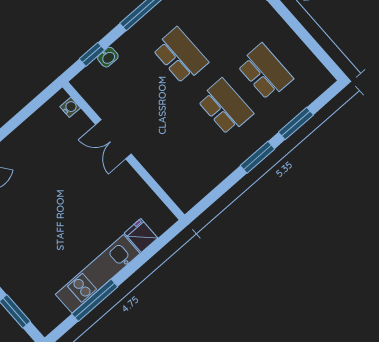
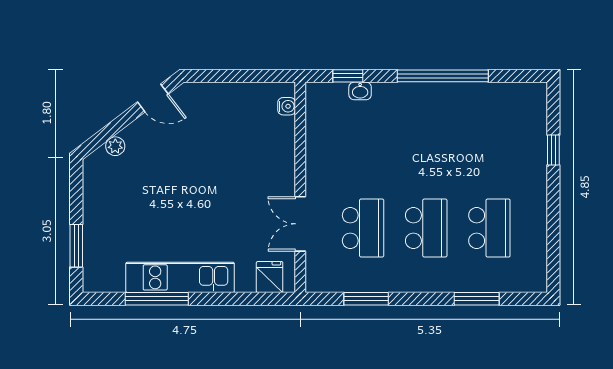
school desk: (180, 56) -> (363, 228), moved
double door: (113, 139) -> (300, 224), moved
window: (257, 157) -> (366, 299), moved
fridge: (141, 235) -> (270, 277), moved

